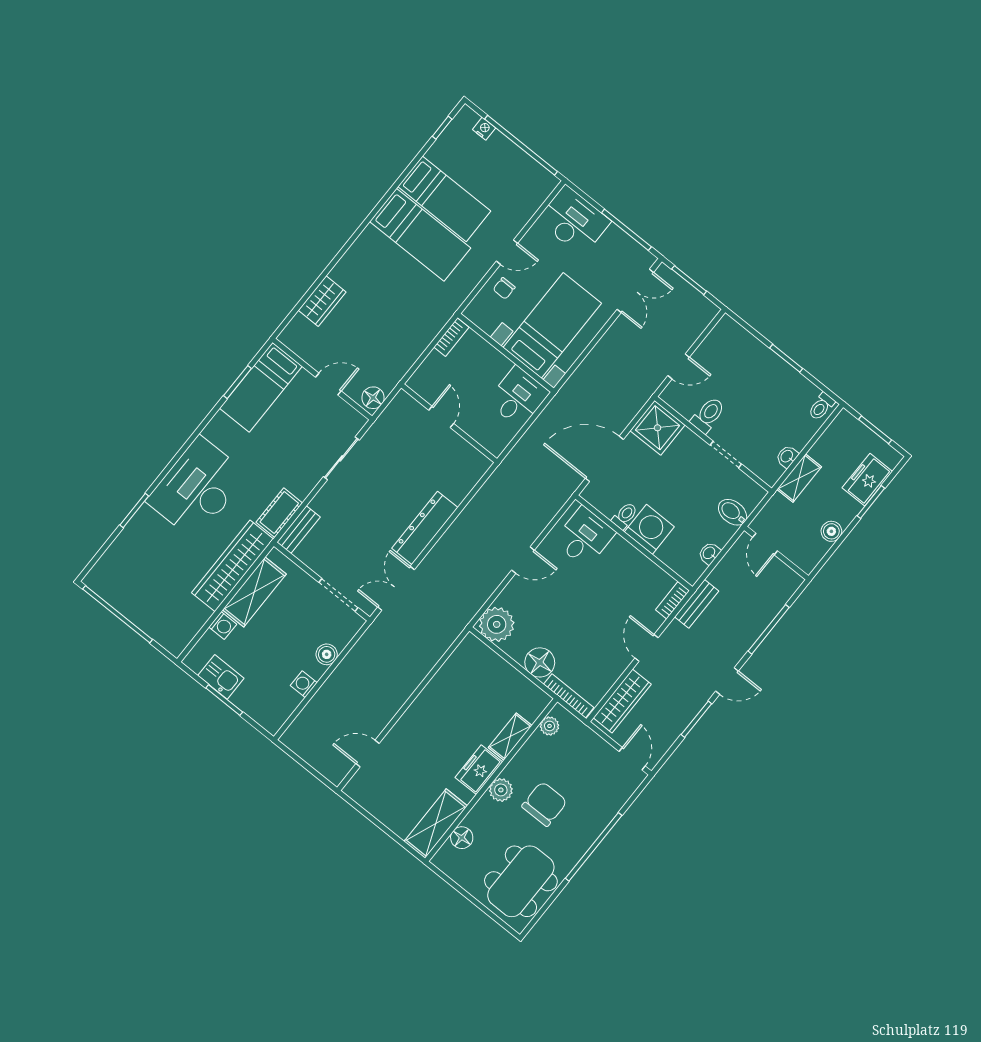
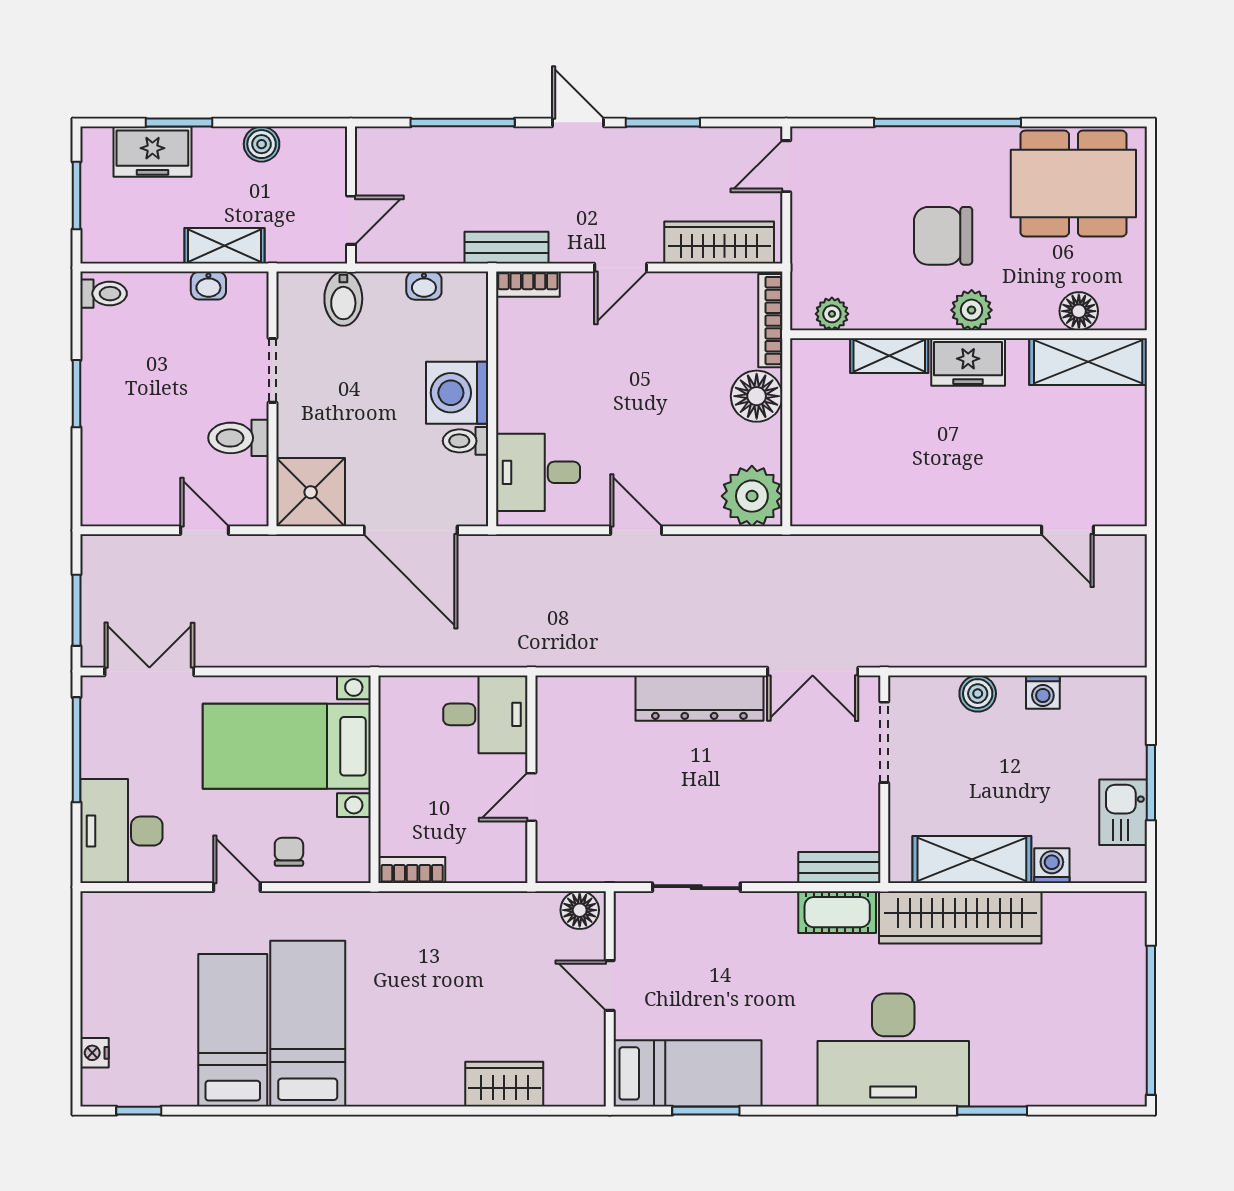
window: (521, 145) -> (76, 985), removed
chair: (504, 288) -> (289, 852), turned -90
desk: (518, 397) -> (485, 714), moved, turned 180

